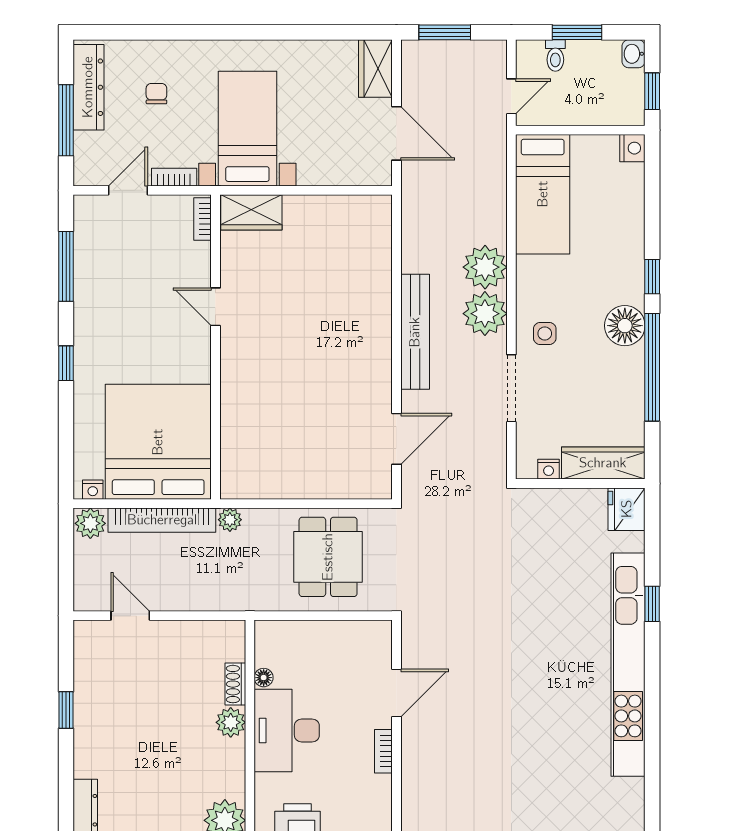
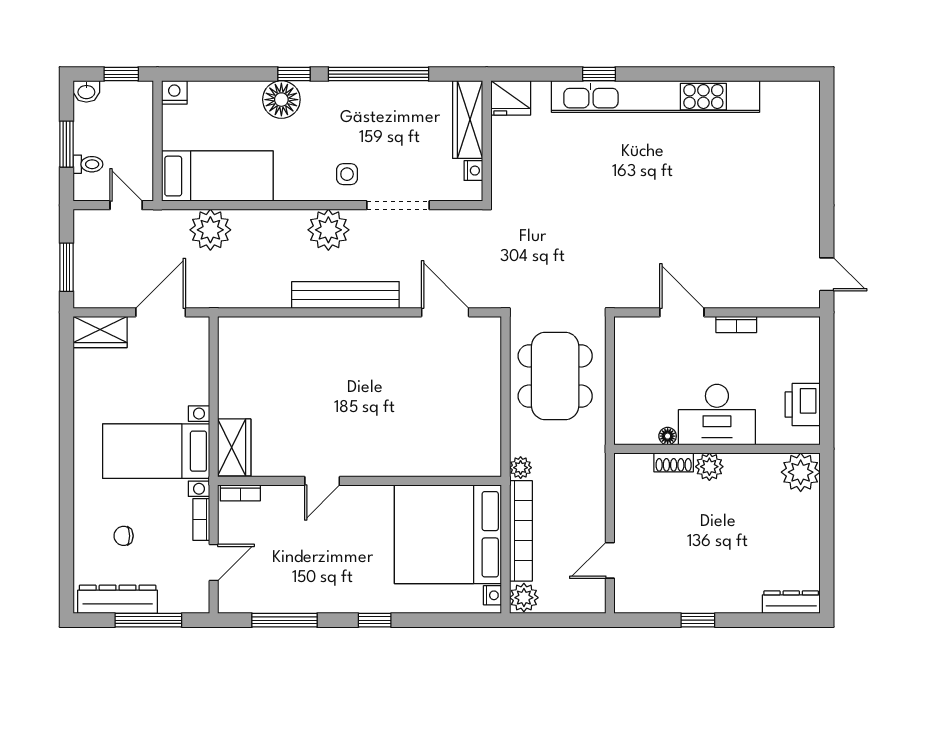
door: (128, 190) -> (214, 562), swing flipped
plant: (485, 267) -> (210, 230), moved
floor lamp: (625, 326) -> (281, 100), moved
dining table: (328, 557) -> (555, 376), width x1.38

